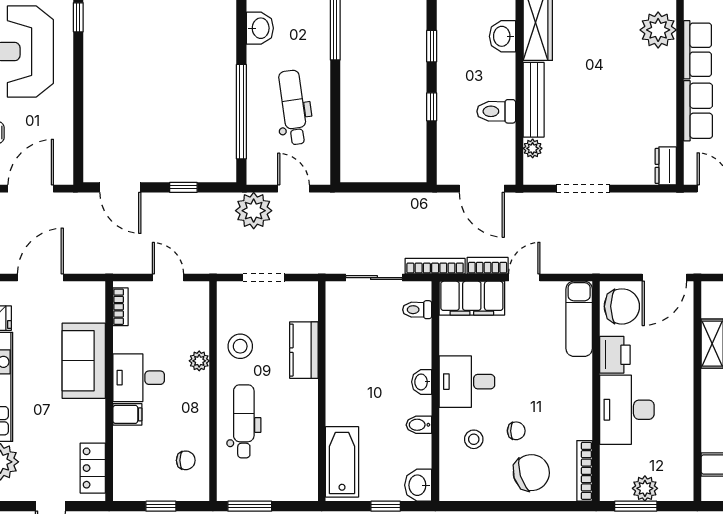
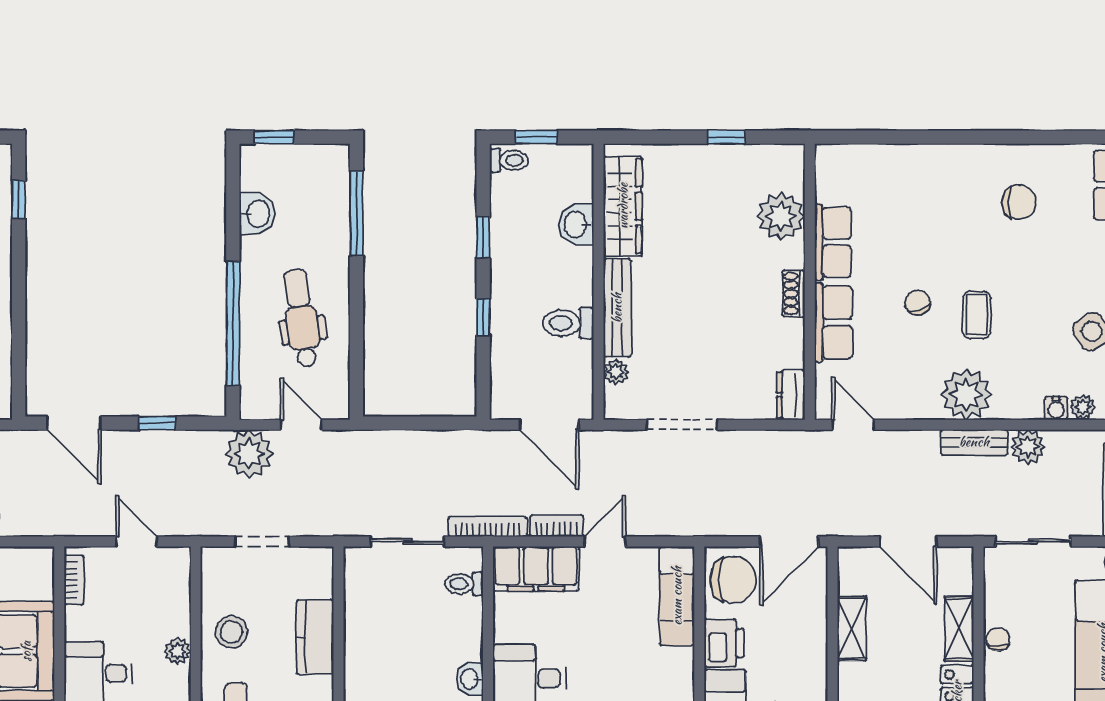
shoe rack: (668, 89) -> (793, 293), added

